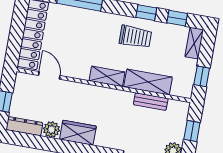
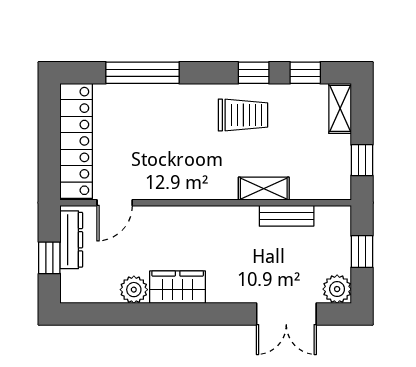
door: (49, 75) -> (115, 203), swing flipped
shelving: (107, 76) -> (208, 187), removed
shelving: (148, 82) -> (264, 189), width x0.67, depth x0.75
dresser: (24, 126) -> (71, 240), moved, turned 90

